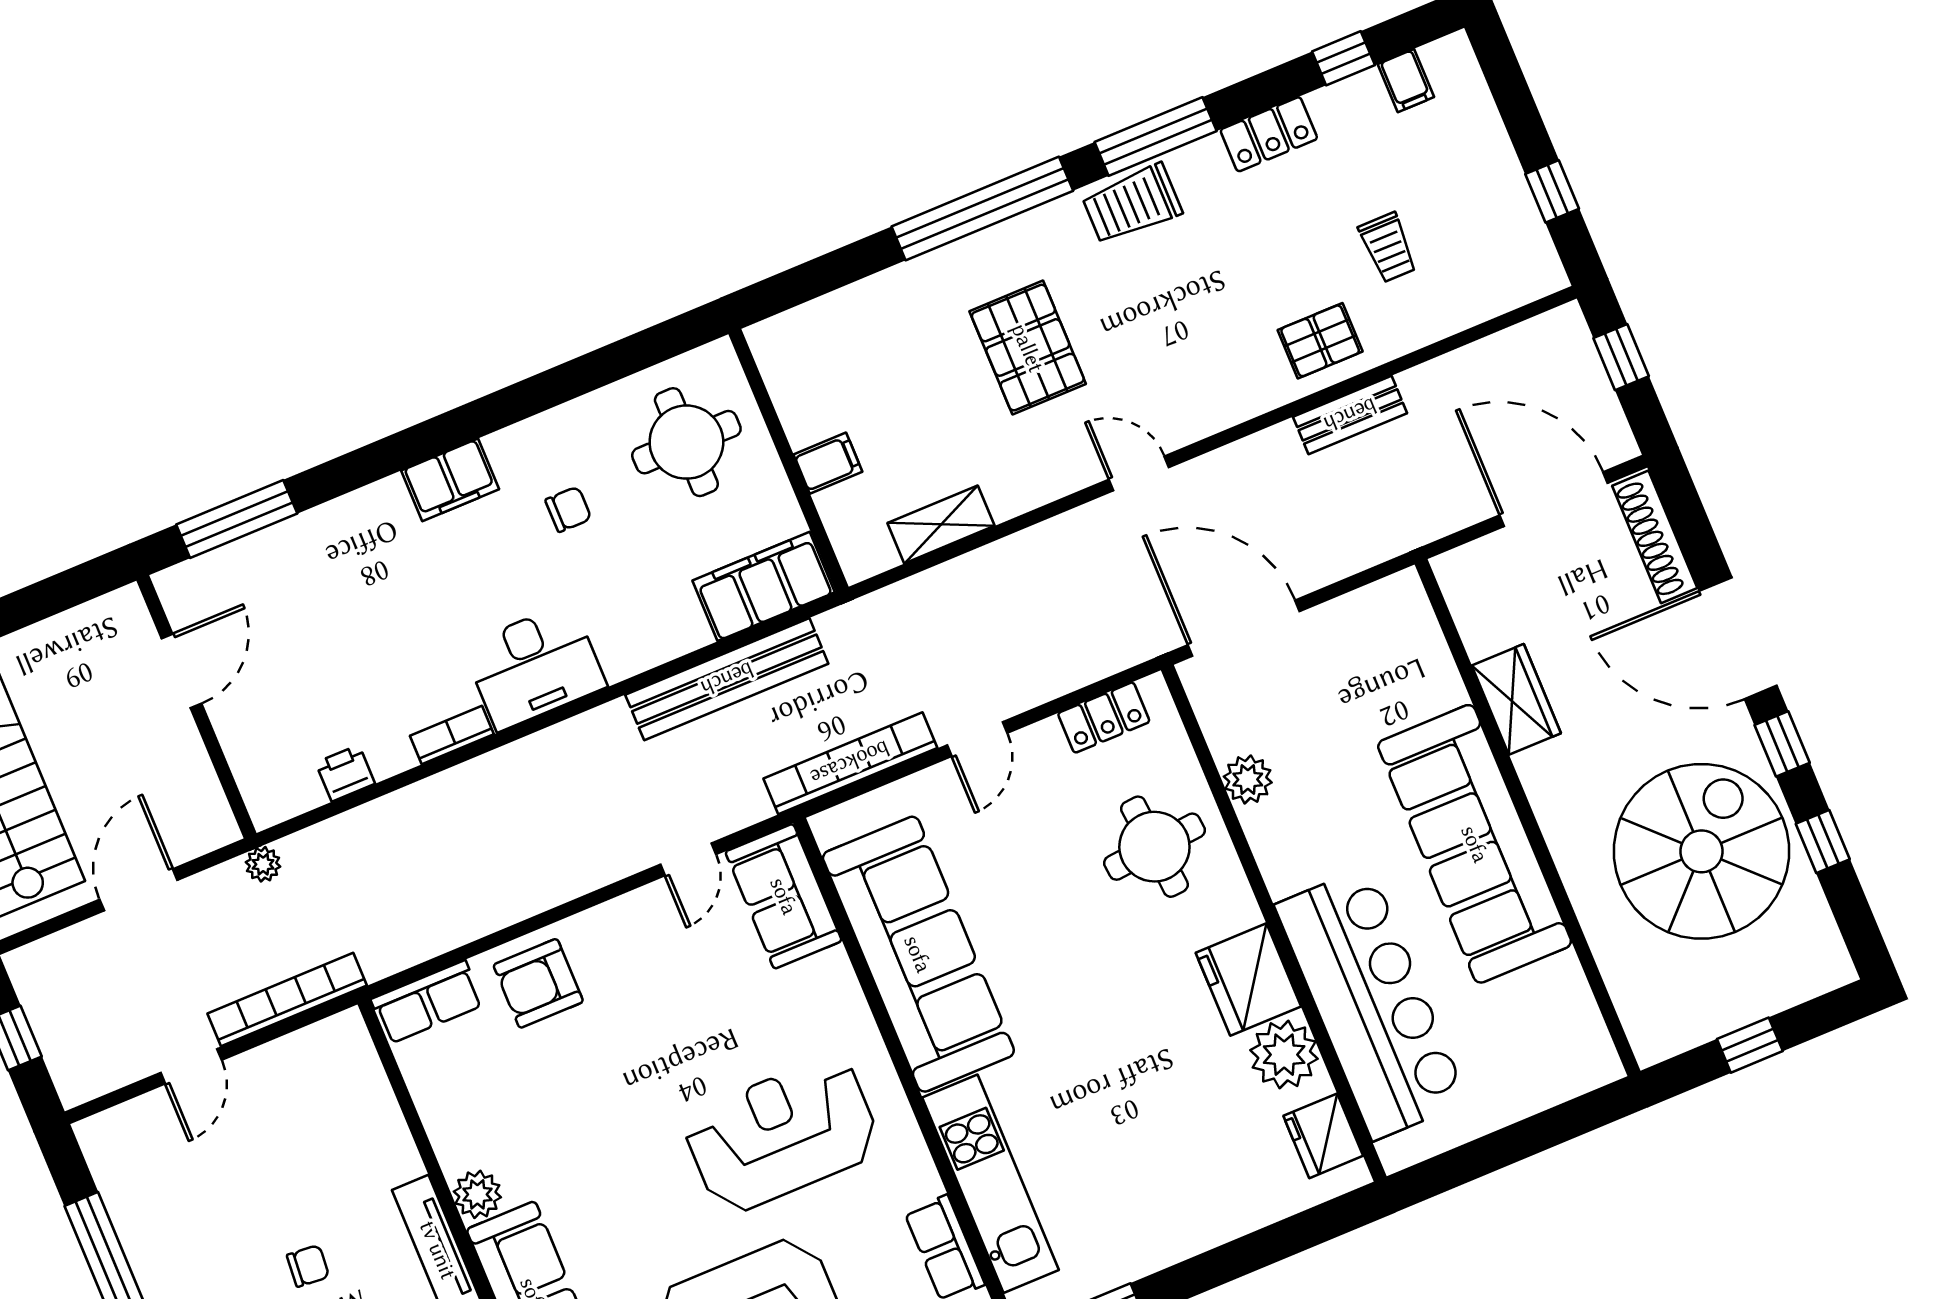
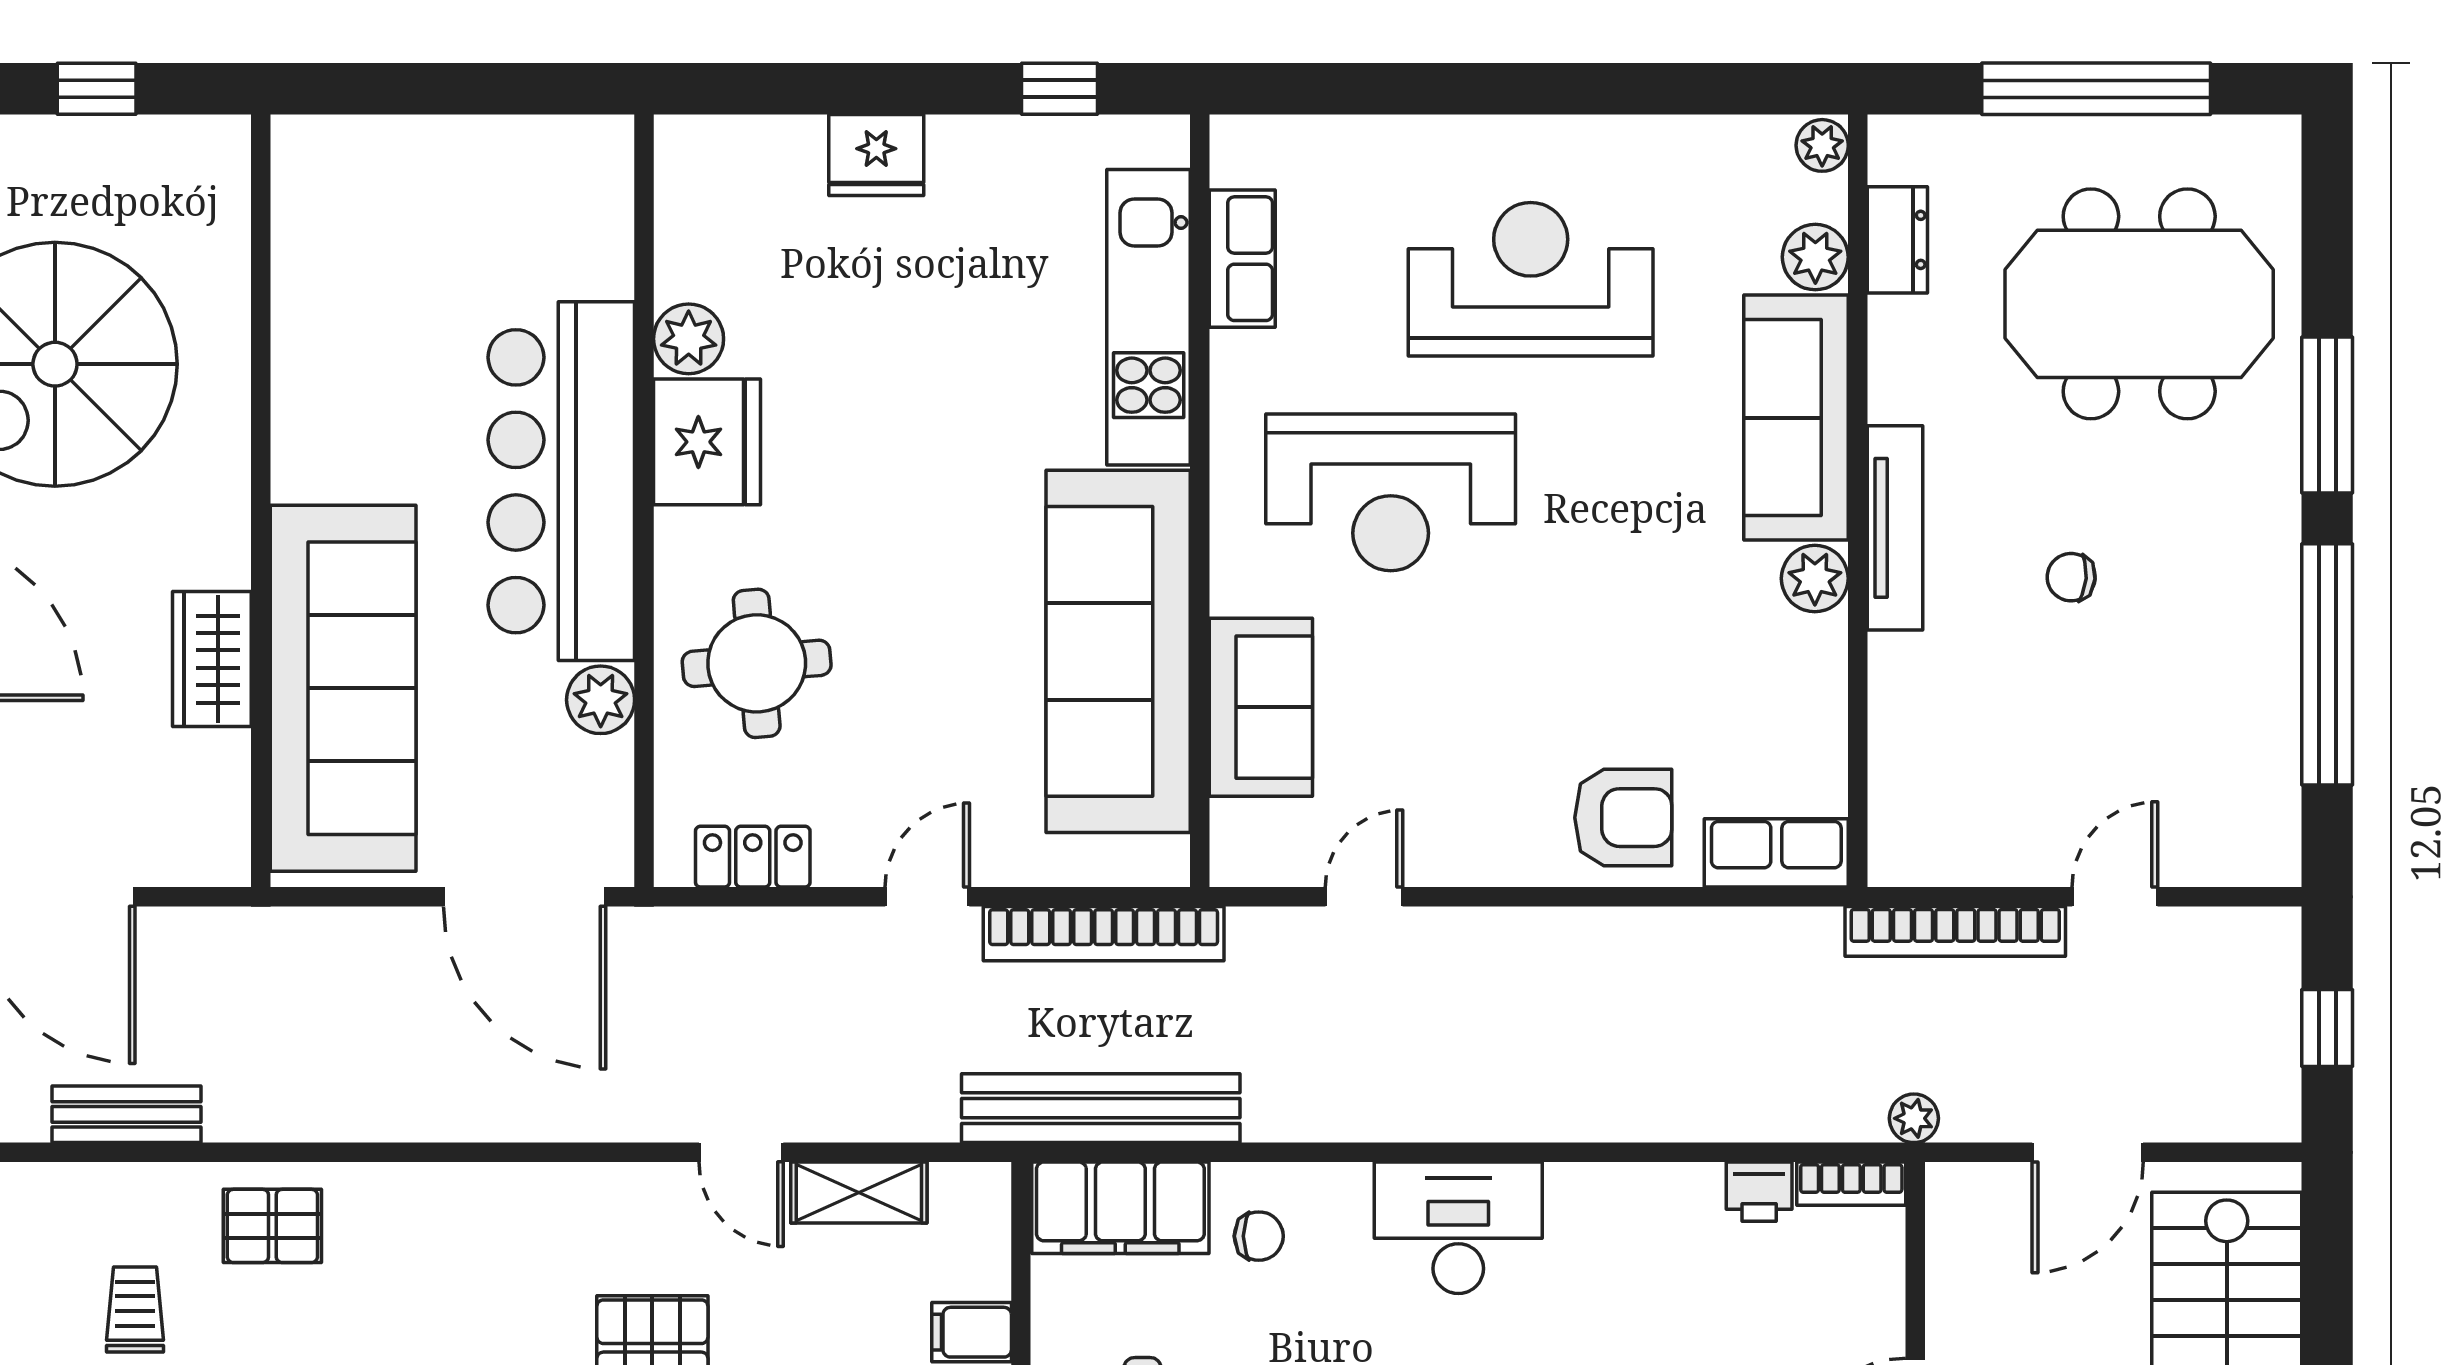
bench: (1350, 415) -> (126, 1114), moved
door: (1139, 473) -> (741, 1152), moved
chair: (664, 606) -> (1259, 1236), added
bench: (727, 679) -> (1101, 1108), moved
bookcase: (452, 735) -> (1851, 1184), moved
sofa: (1475, 844) -> (343, 688), moved
sofa: (784, 896) -> (1261, 707), moved
bar counter: (1371, 1003) -> (561, 481), moved
plant: (1284, 1055) -> (689, 339), width x0.73, depth x0.73
fridge: (1323, 1136) -> (876, 155), moved, turned 90

